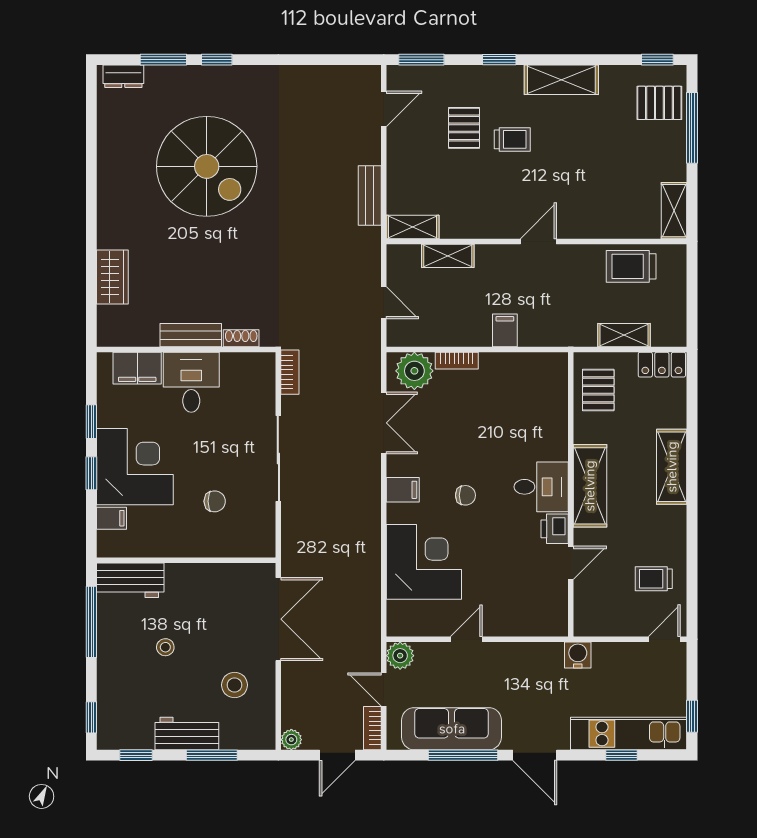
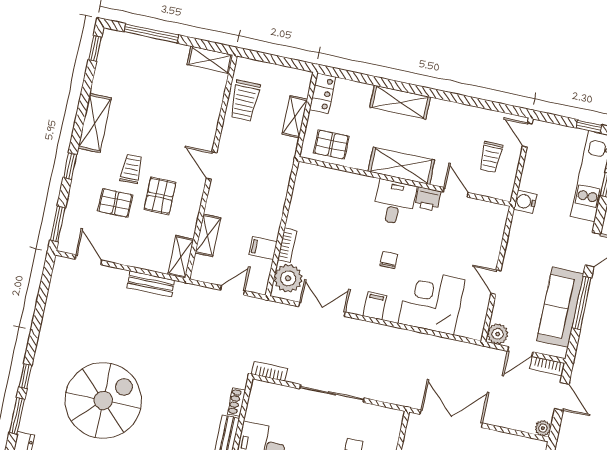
pallet: (659, 103) -> (160, 196), moved
filing cabinet: (505, 330) -> (263, 248), moved
trolley: (654, 579) -> (491, 157), moved

